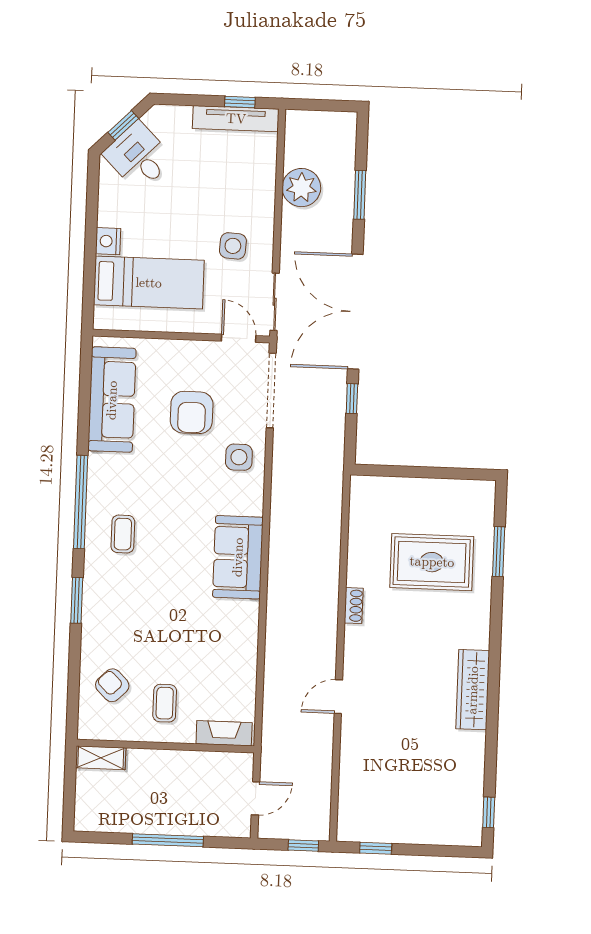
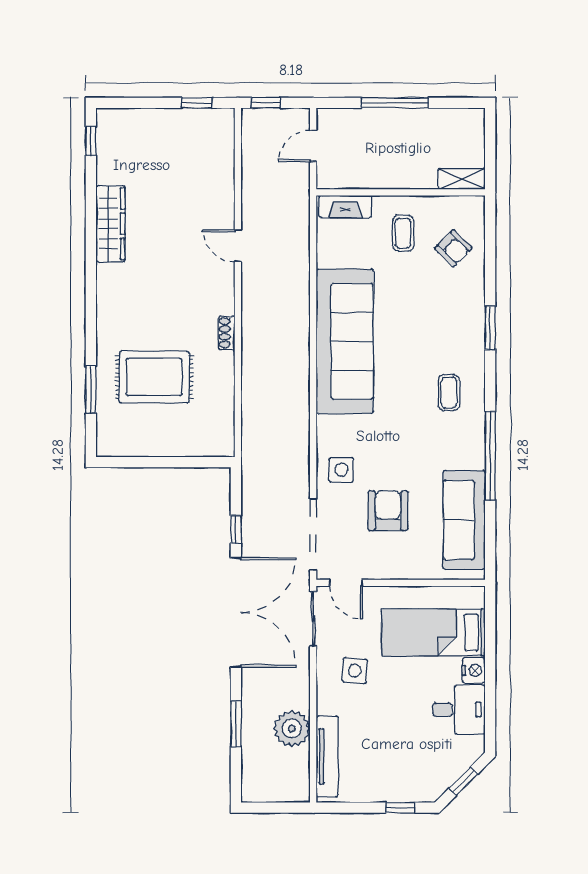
window: (240, 102) -> (400, 808), moved
tv unit: (236, 119) -> (327, 756), moved, turned 90
desk: (138, 156) -> (459, 710), moved, turned -45
window: (81, 502) -> (490, 456), moved
sofa: (238, 557) -> (345, 341), width x1.85, depth x1.27
wardrobe: (473, 690) -> (110, 224), moved
door: (338, 697) -> (238, 246), swing flipped

